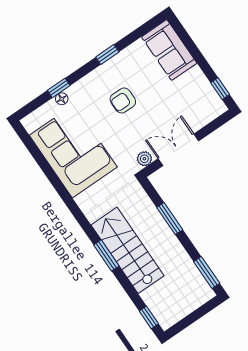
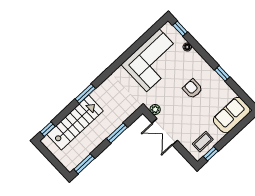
window: (59, 88) -> (180, 29), moved
coffee table: (201, 97) -> (203, 142), added
double door: (178, 150) -> (165, 132), swing flipped
stairs: (127, 250) -> (75, 123), moved

